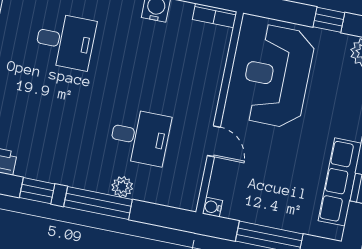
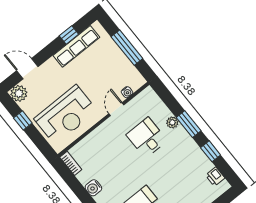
window: (98, 203) -> (189, 124), width x0.69
water cooler: (212, 207) -> (127, 92), moved

